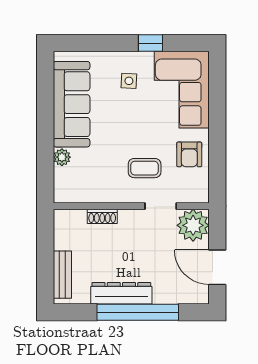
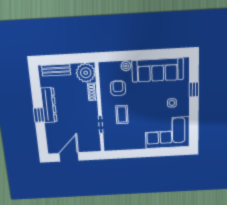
window: (151, 43) -> (194, 90), moved
armchair: (189, 154) -> (118, 88), moved, turned 90
plant: (193, 225) -> (86, 73), moved
window: (138, 312) -> (39, 115), width x0.32

